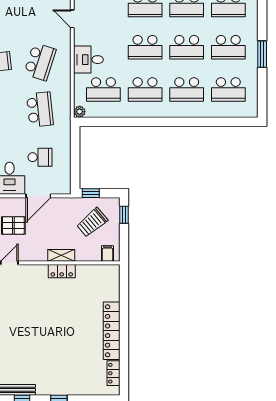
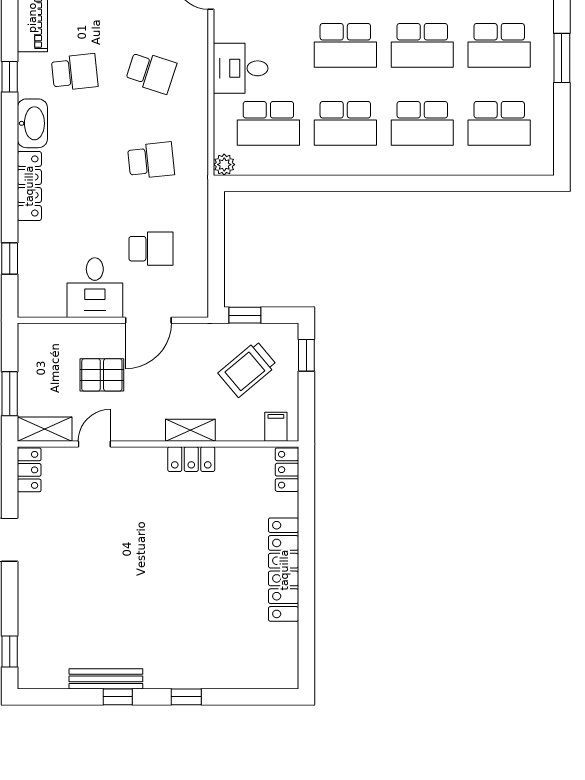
school desk: (40, 62) -> (151, 72), width x0.54
school desk: (40, 109) -> (151, 160), width x0.54
locker: (113, 373) -> (287, 470), moved

